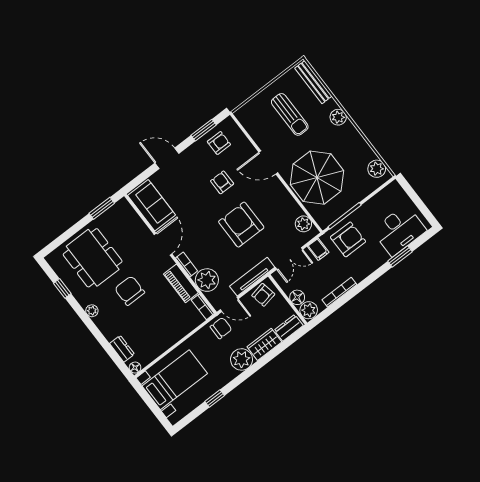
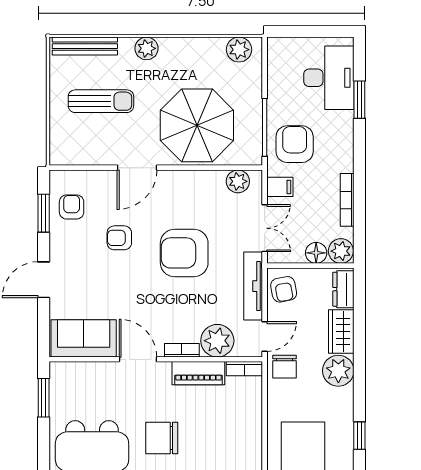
chair: (221, 328) -> (285, 367), turned 180

